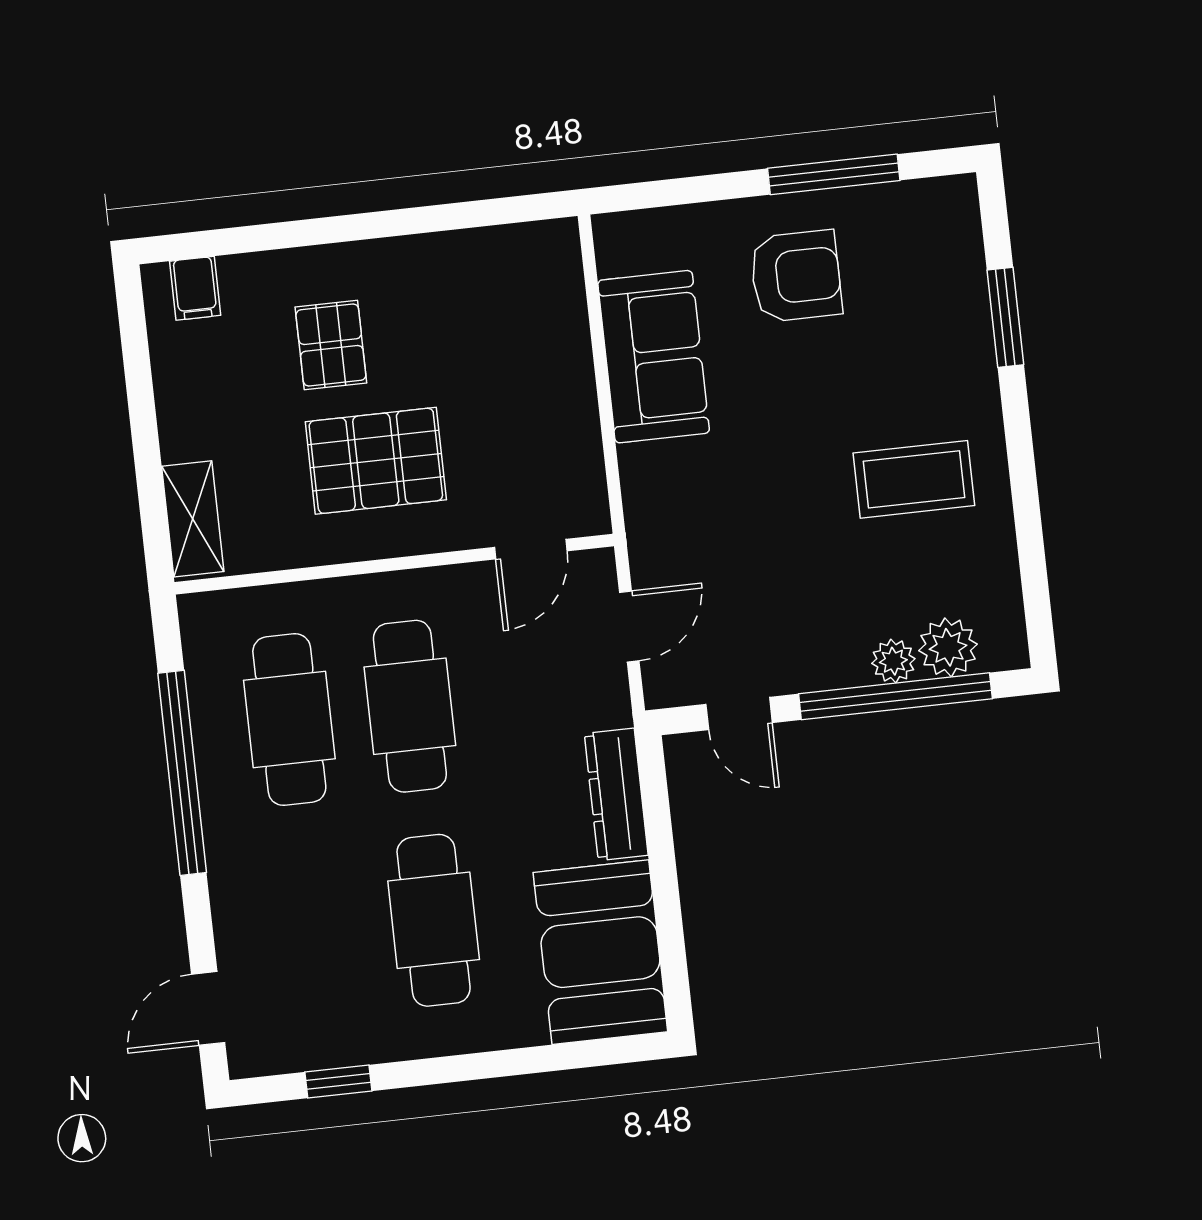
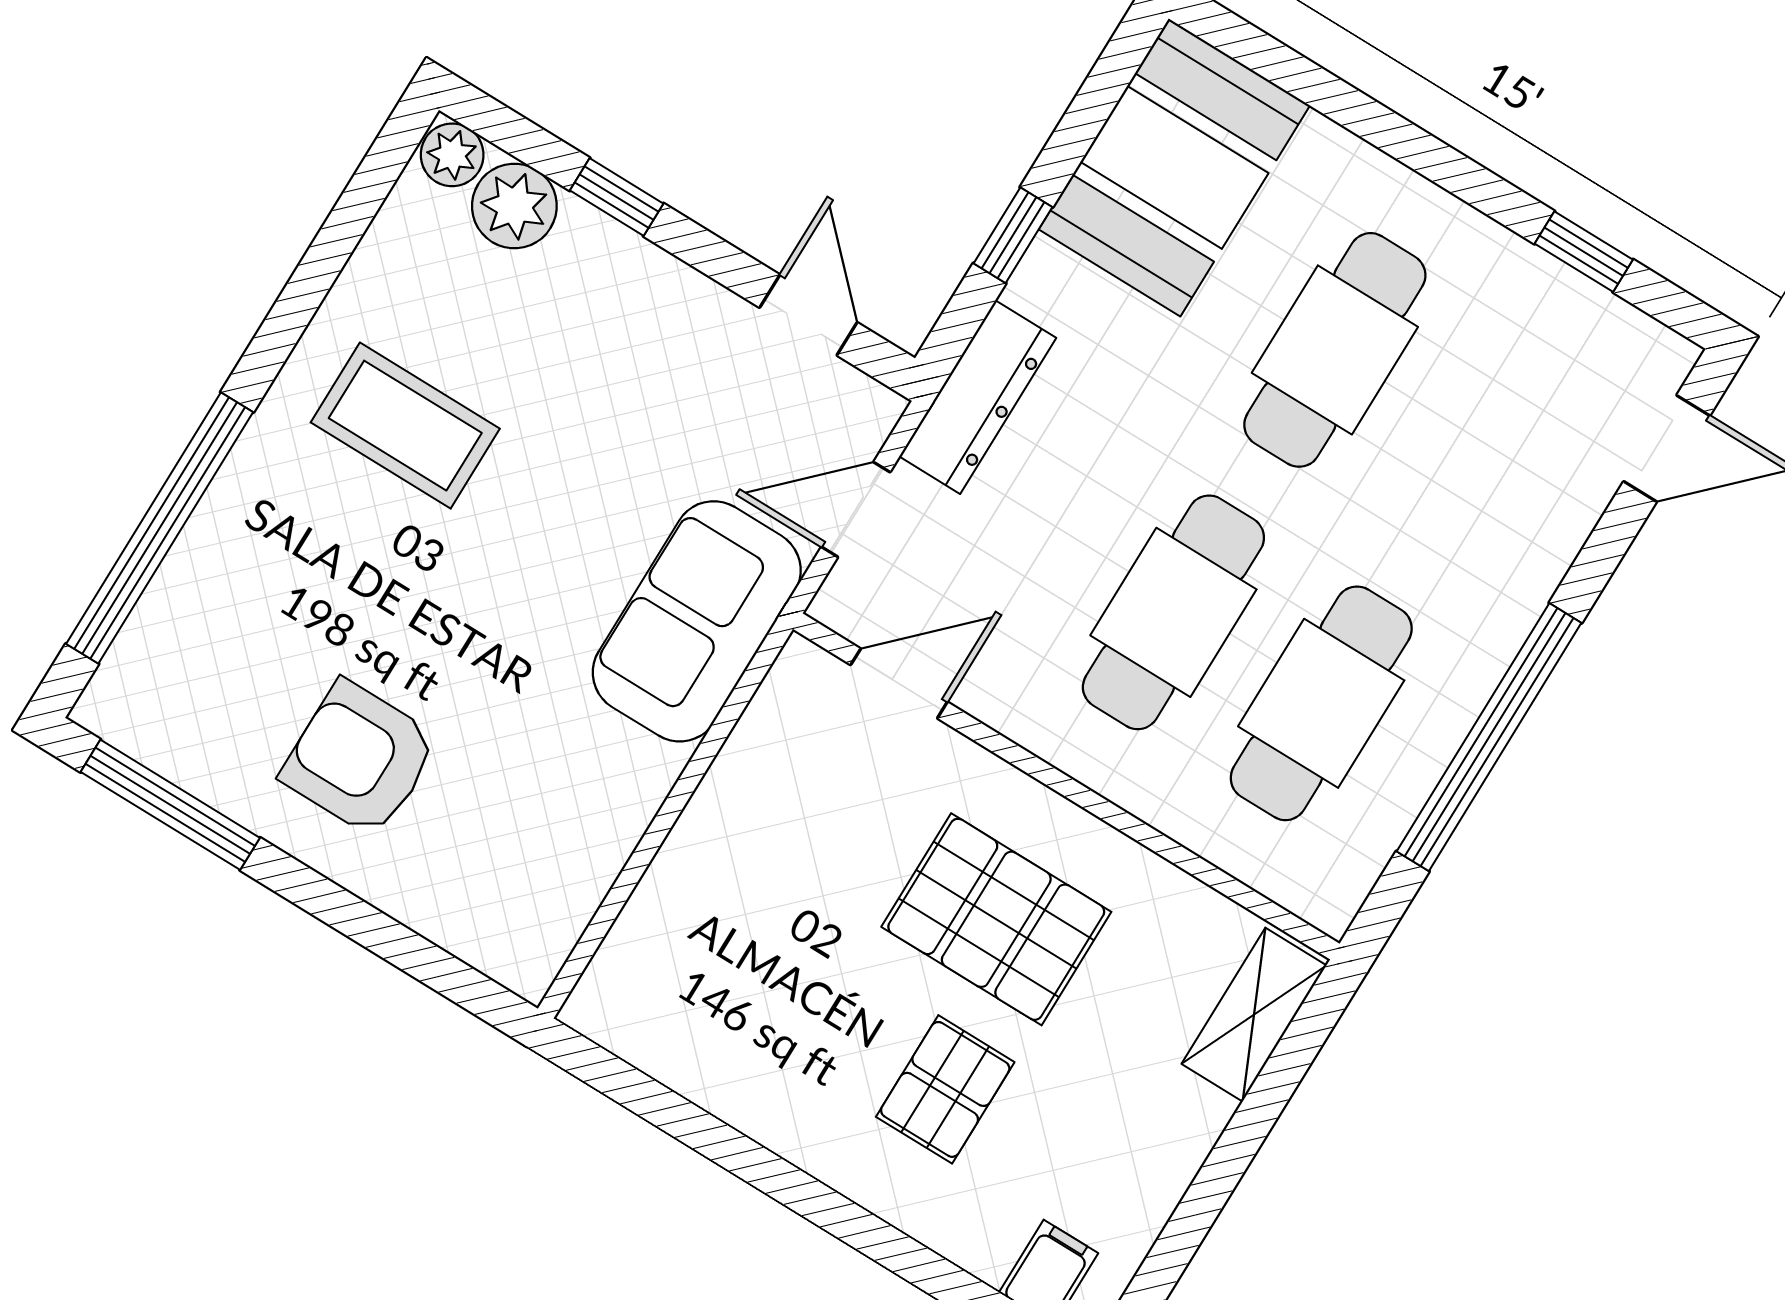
window: (834, 174) -> (170, 805), moved
window: (1005, 317) -> (160, 528), width x2.11
sofa: (654, 357) -> (697, 621), moved
plant: (893, 661) -> (452, 155), moved
window: (895, 696) -> (617, 197), width x0.32
dresser: (616, 794) -> (978, 397), moved
window: (660, 845) -> (1013, 235), added

